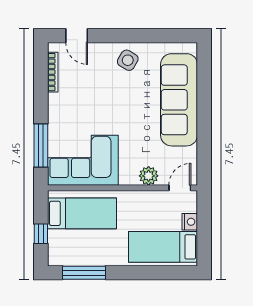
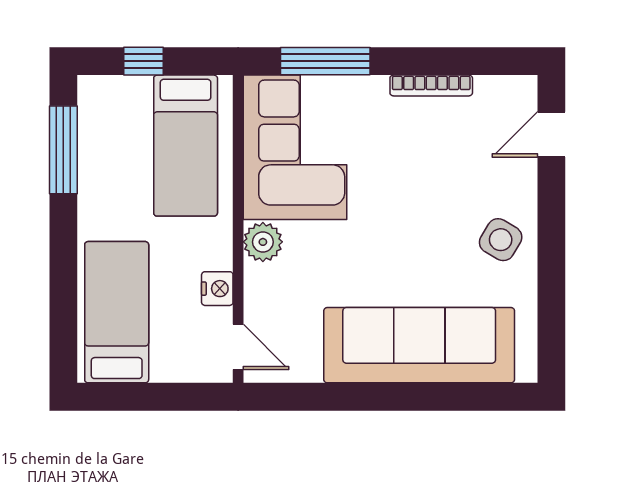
bookcase: (53, 72) -> (431, 85), moved
plant: (149, 176) -> (263, 242), moved
nightstand: (190, 222) -> (217, 289), moved, turned -90

